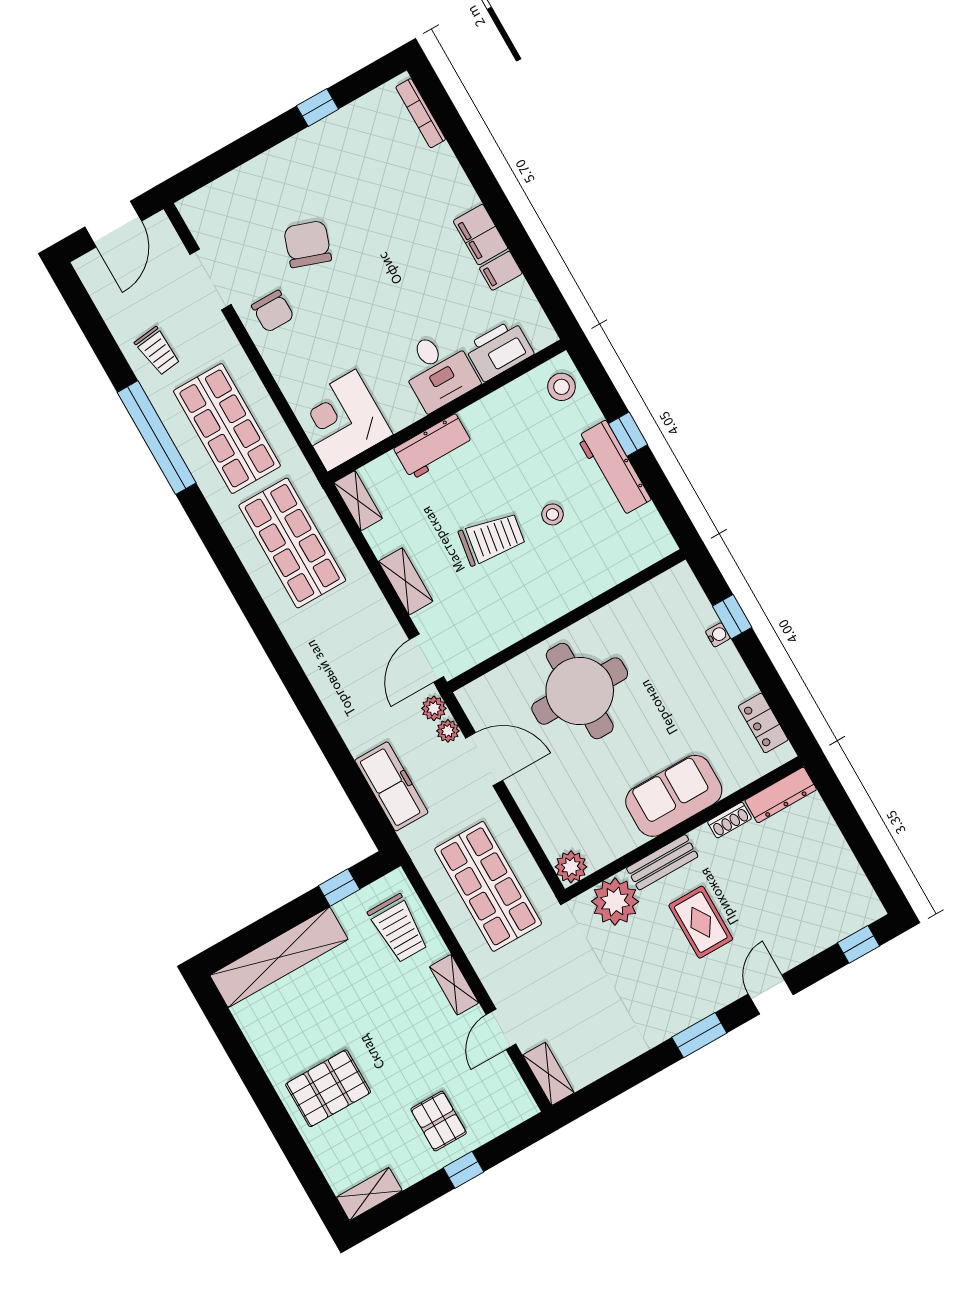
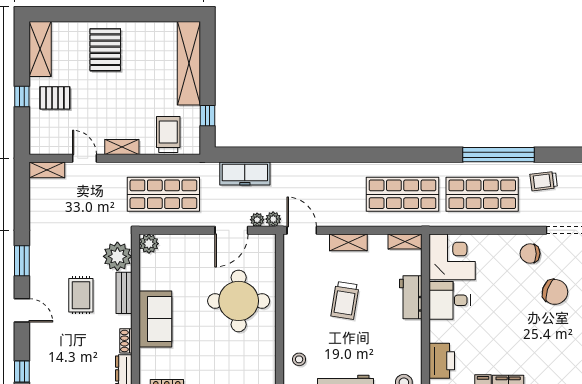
desk: (438, 370) -> (450, 300), moved
stool: (552, 514) -> (299, 359), moved
rug: (701, 922) -> (81, 295), turned 90
trolley: (398, 928) -> (168, 135), turned 90
shelving: (369, 1194) -> (40, 49), width x1.50, depth x1.33

